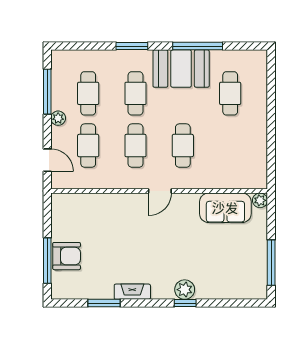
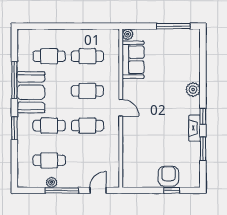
window: (47, 92) -> (62, 190), moved
plant: (58, 118) -> (52, 182), moved
cafe table: (88, 146) -> (87, 56), moved
window: (47, 261) -> (172, 190), width x0.46
window: (185, 303) -> (203, 116), moved

